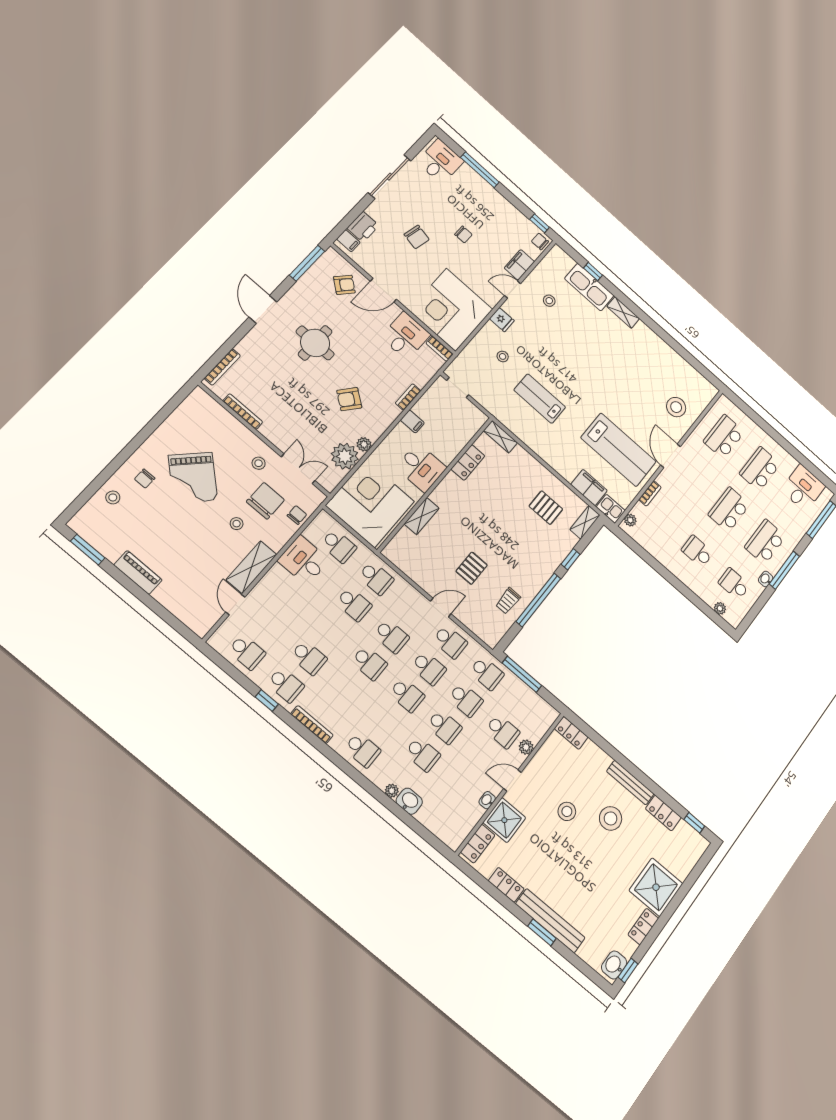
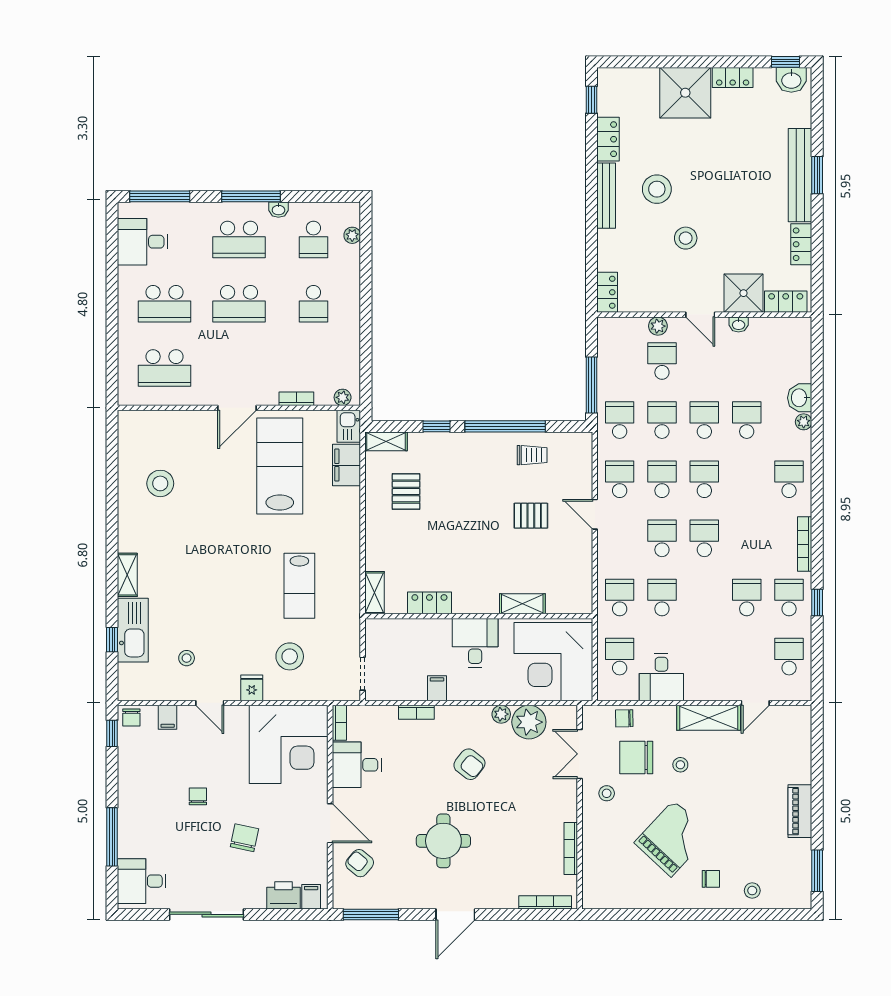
filing cabinet: (519, 265) -> (168, 717), width x0.50
stool: (503, 356) -> (290, 656), width x1.89, depth x1.89
stool: (676, 407) -> (160, 483), moved

